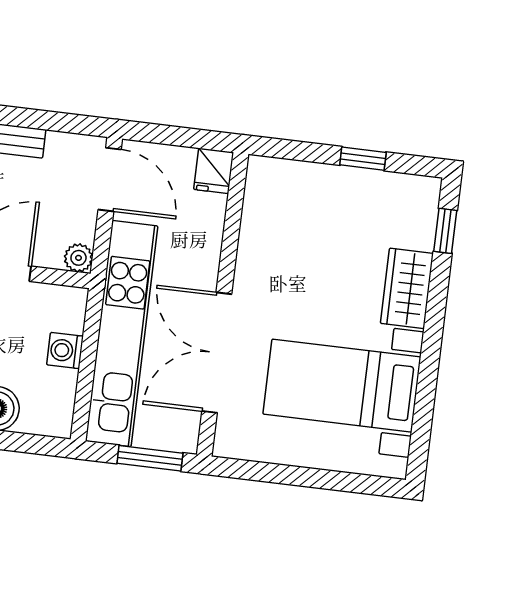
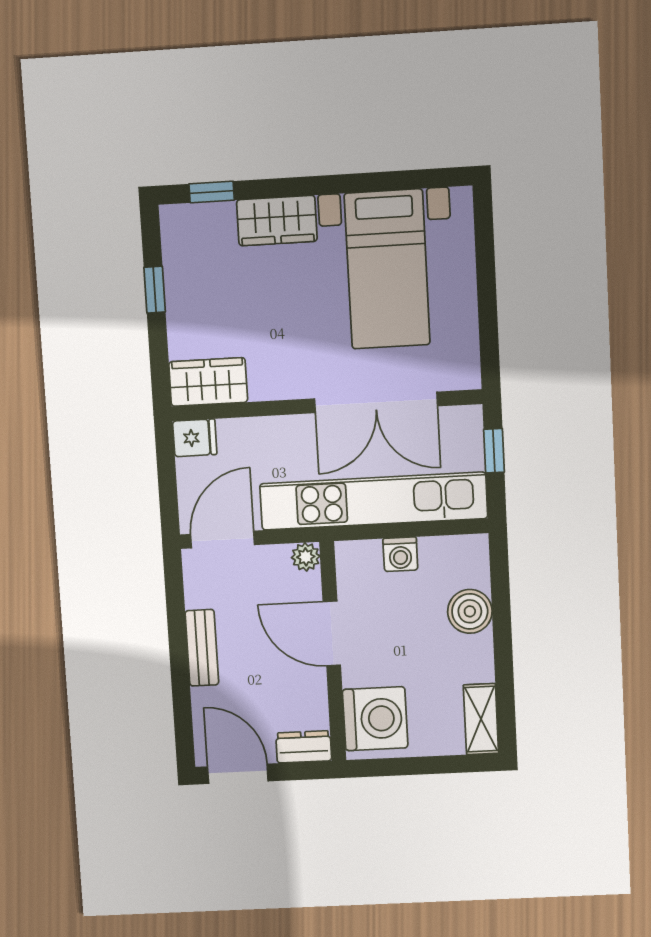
wardrobe: (265, 194) -> (208, 382), added
window: (150, 458) -> (494, 451), width x0.67

